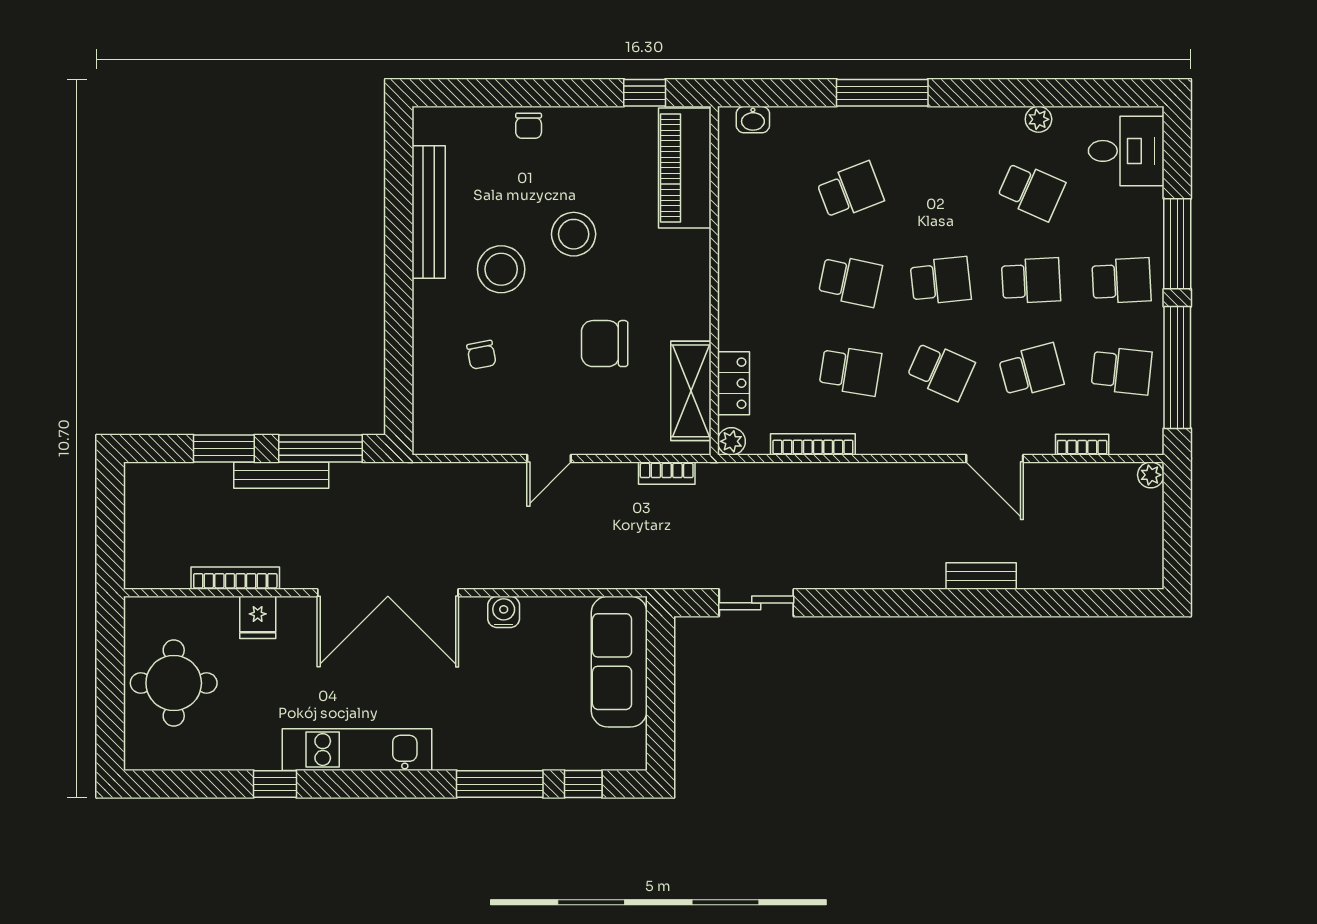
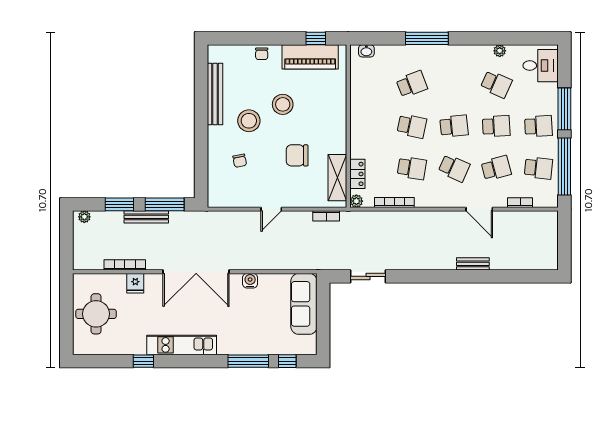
piano: (685, 168) -> (310, 57), moved, turned -90
plant: (1151, 475) -> (84, 217), moved

